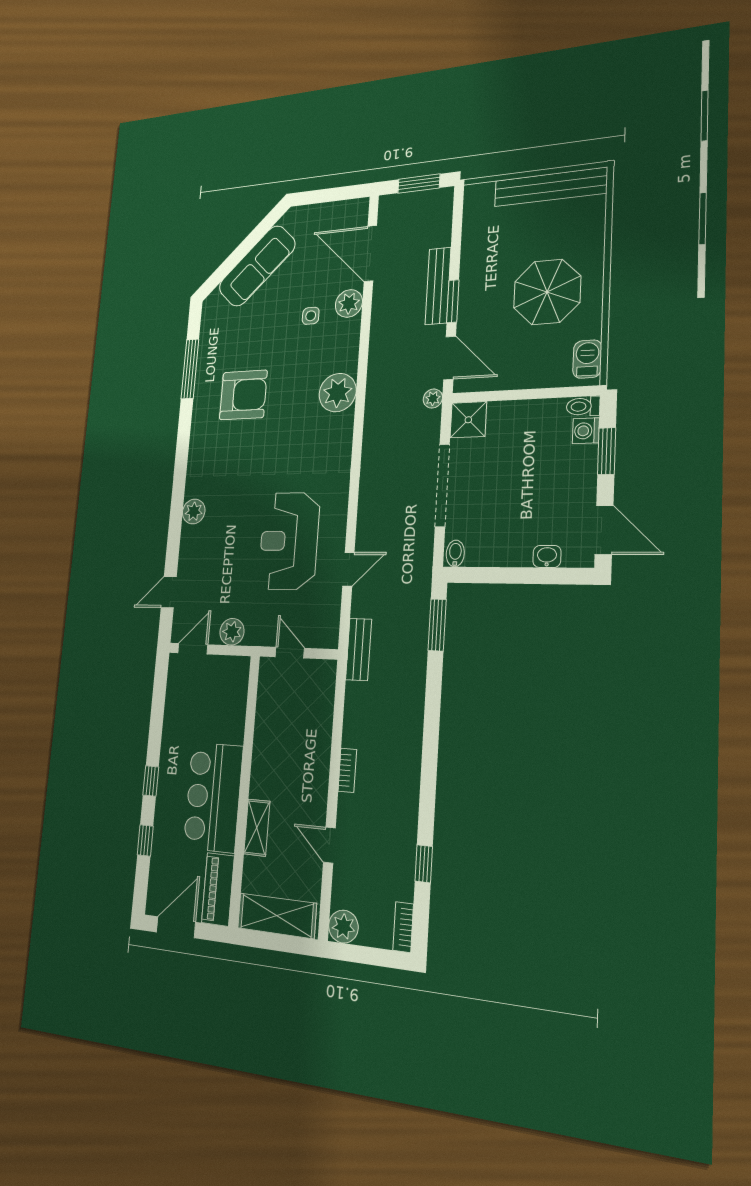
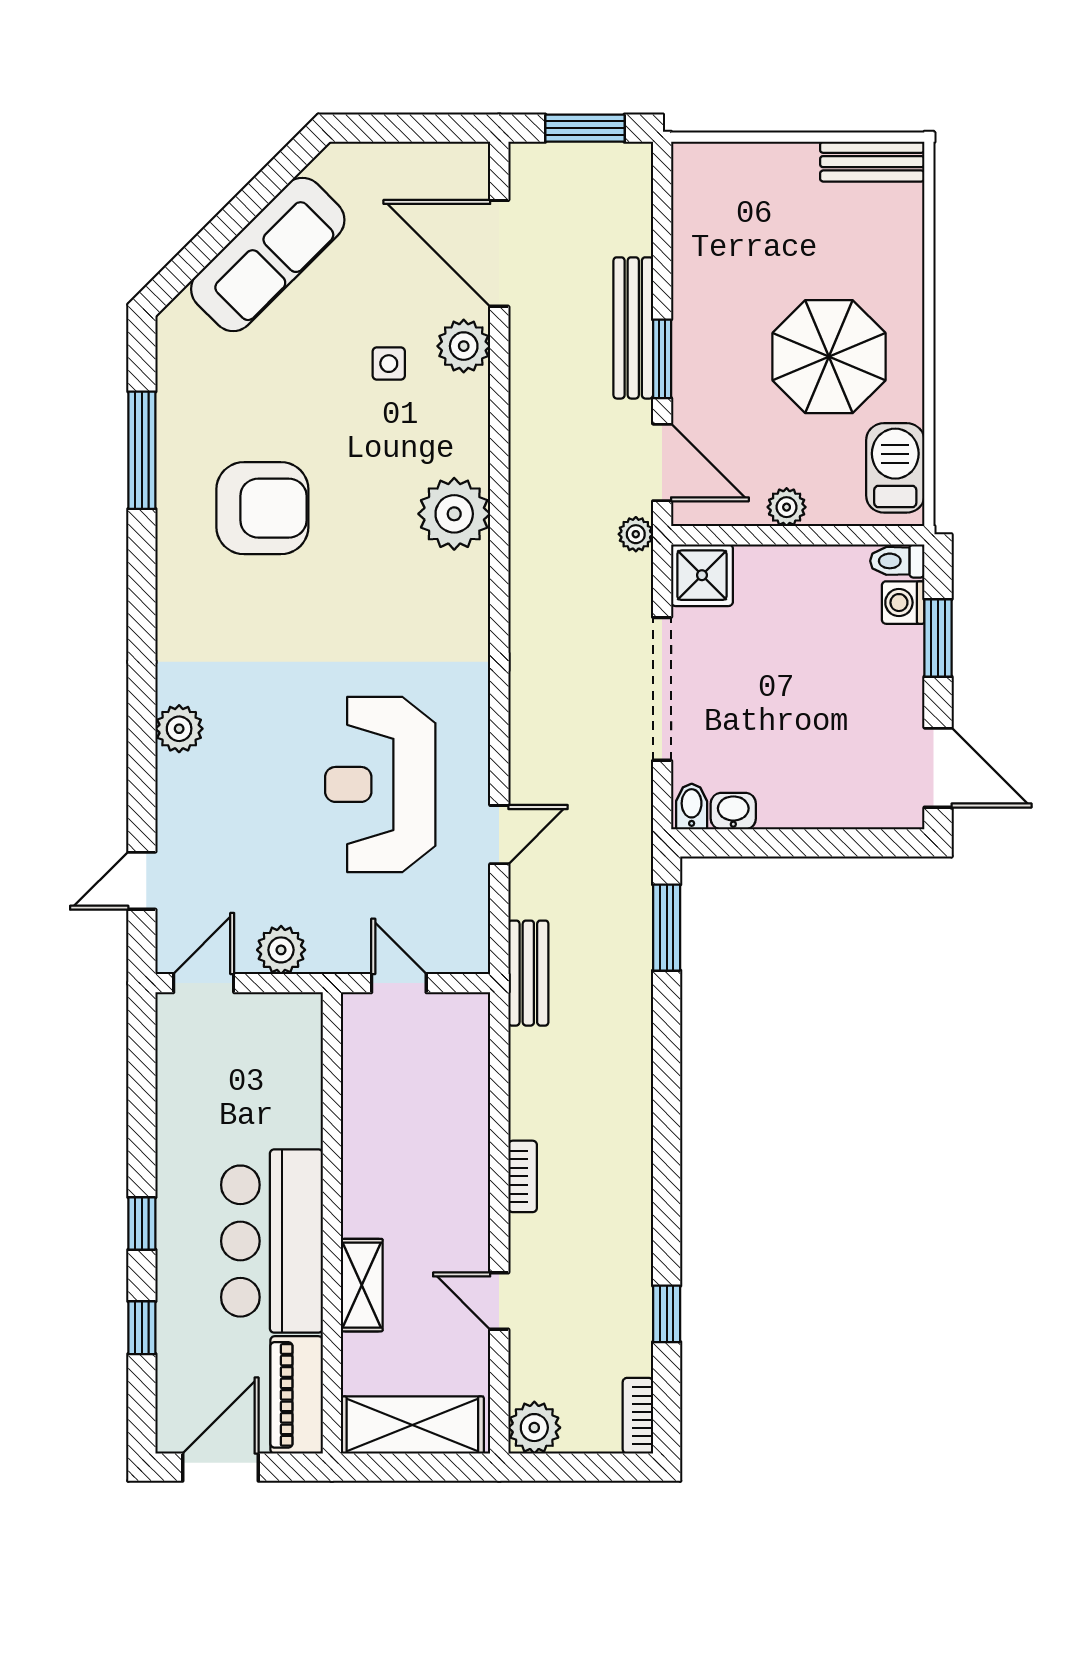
bench: (550, 187) -> (872, 162), width x0.54, depth x0.82
barbecue: (587, 359) -> (895, 468), width x1.38, depth x1.27
plant: (519, 379) -> (787, 507), added
washbasin: (547, 556) -> (733, 811), moved

